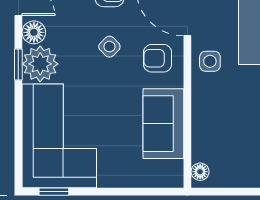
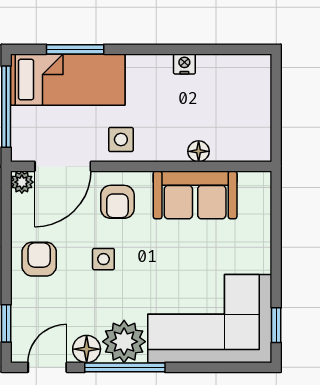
side table: (109, 47) -> (103, 259), turned 45
window: (18, 65) -> (125, 367), width x2.17
floor lamp: (200, 172) -> (199, 151), moved

